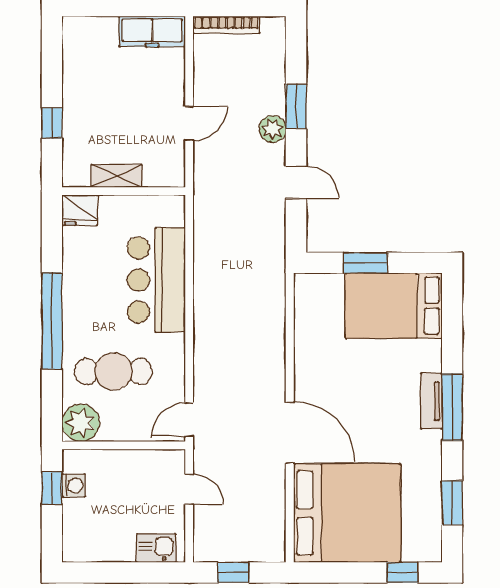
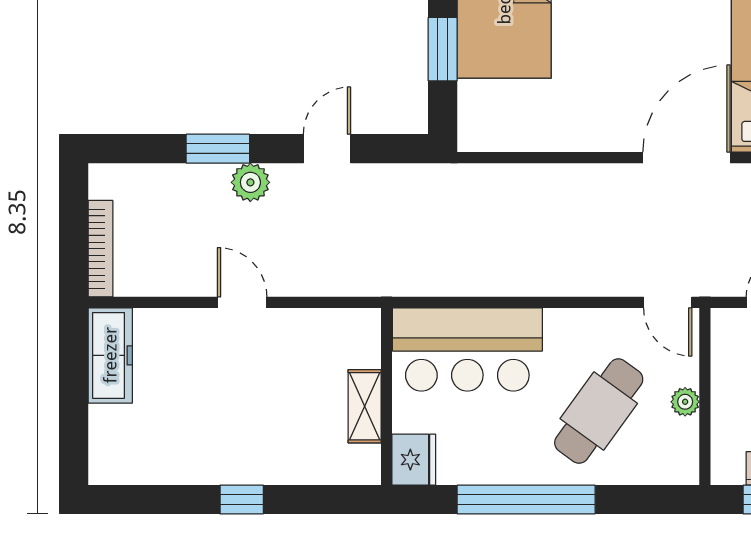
shelving: (117, 176) -> (365, 406), moved
wall: (124, 191) -> (387, 396), moved
fridge: (80, 210) -> (414, 460), moved
cafe table: (113, 371) -> (599, 411), turned 36
plant: (81, 423) -> (685, 402), moved, width x0.53, depth x0.53

